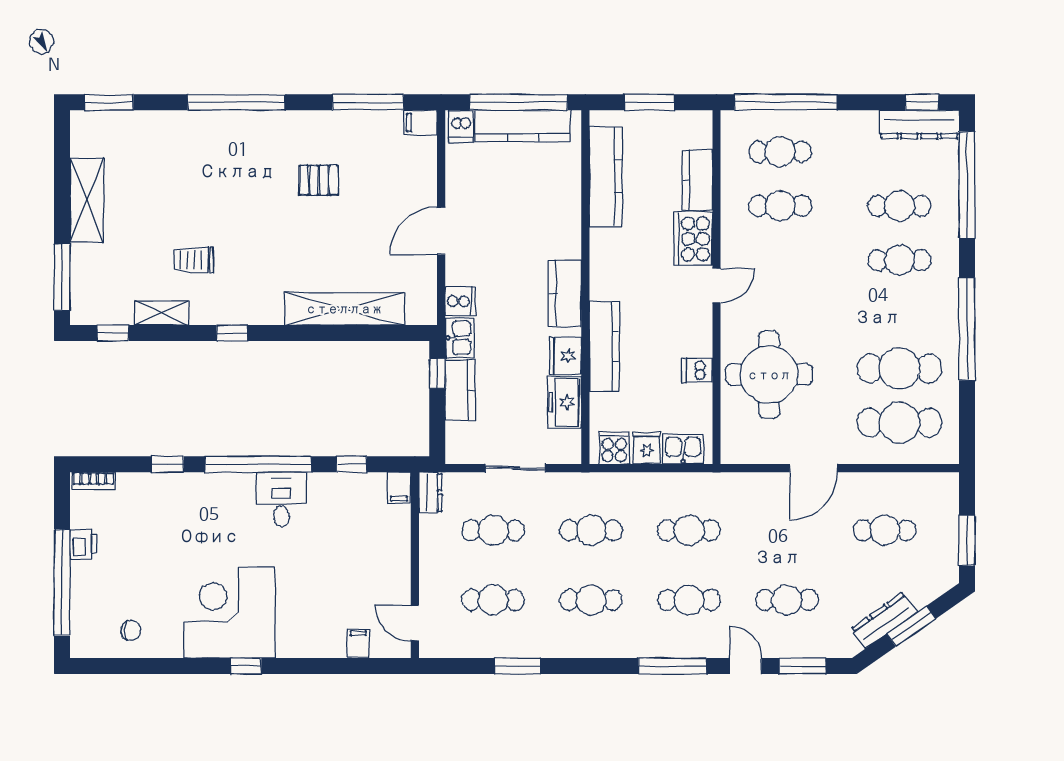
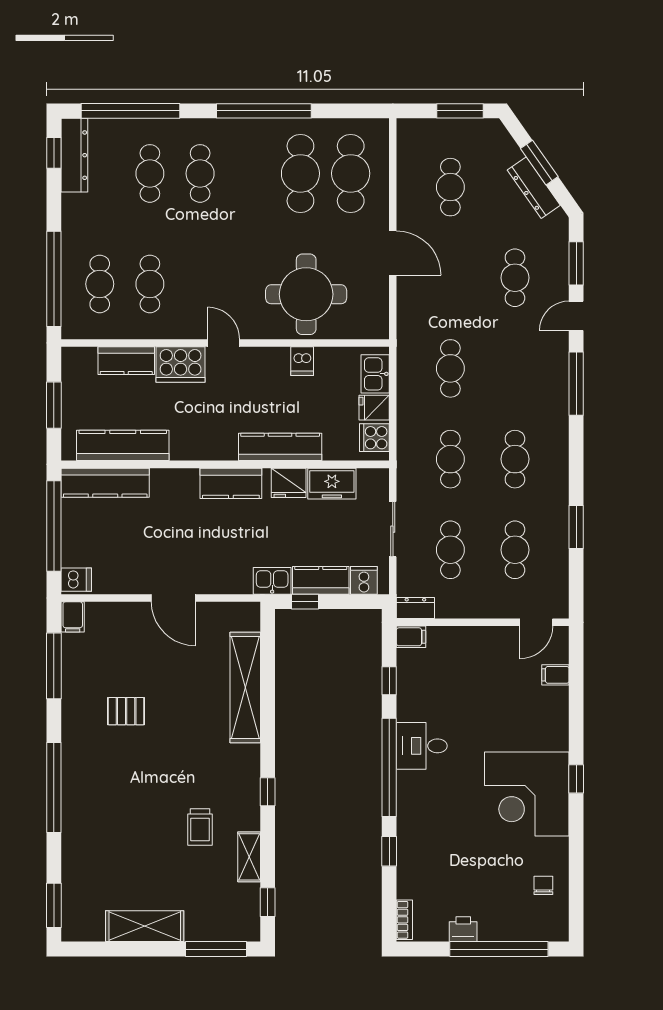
kitchen counter: (523, 126) -> (105, 483), moved, turned 90
pallet: (319, 180) -> (126, 711), turned 90
cooker: (460, 301) -> (364, 580), moved
cafe table: (689, 600) -> (515, 368), removed

